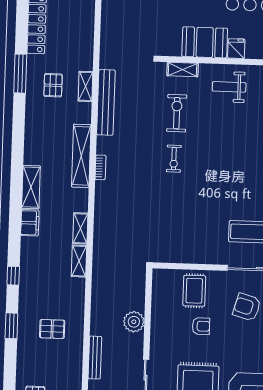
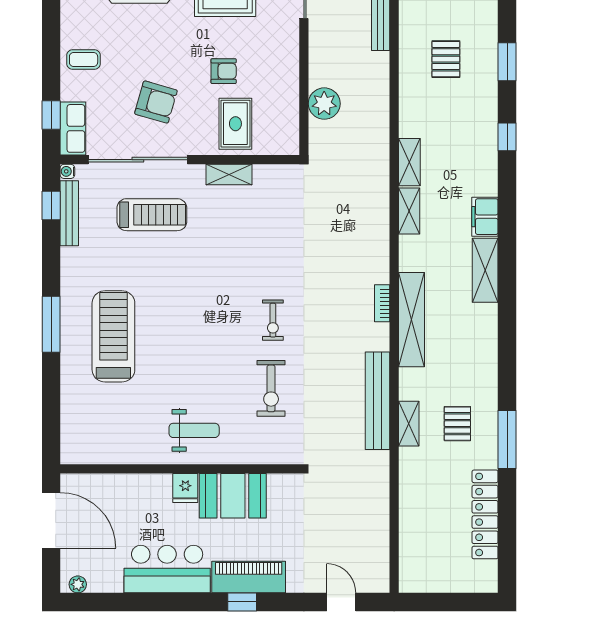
shelving: (183, 69) -> (229, 174), moved
exercise bike: (174, 159) -> (273, 320), turned 180
plant: (134, 322) -> (324, 104), moved
armchair: (201, 326) -> (224, 71), turned 180
pallet: (52, 329) -> (446, 59), turned 90

